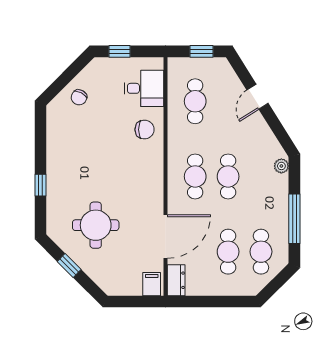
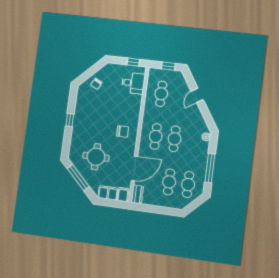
window: (119, 51) -> (133, 62), moved
chair: (145, 130) -> (123, 131), moved
window: (40, 185) -> (70, 120), moved
window: (69, 266) -> (78, 178), width x2.17
filing cabinet: (125, 285) -> (108, 193), added

